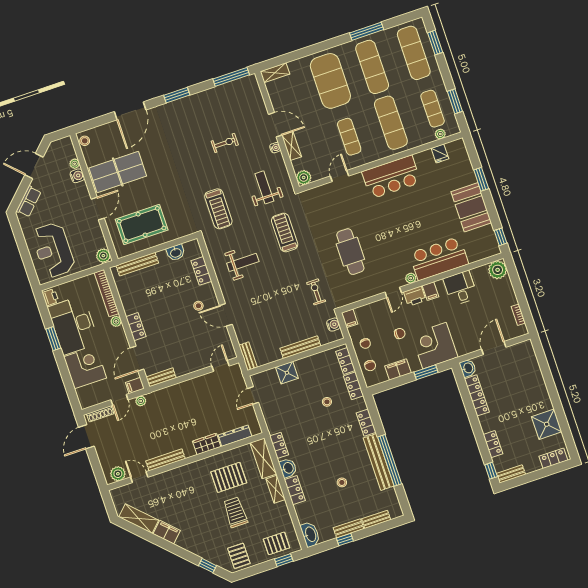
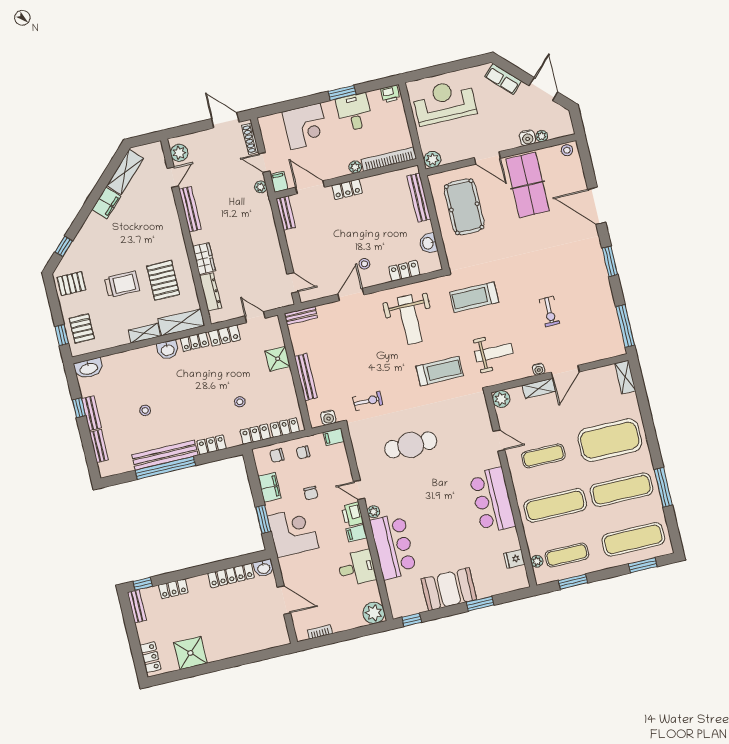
weight bench: (243, 262) -> (410, 320), width x1.36, depth x1.33
desk: (73, 325) -> (354, 112), width x0.53, depth x0.77
locker: (295, 490) -> (225, 336), moved

